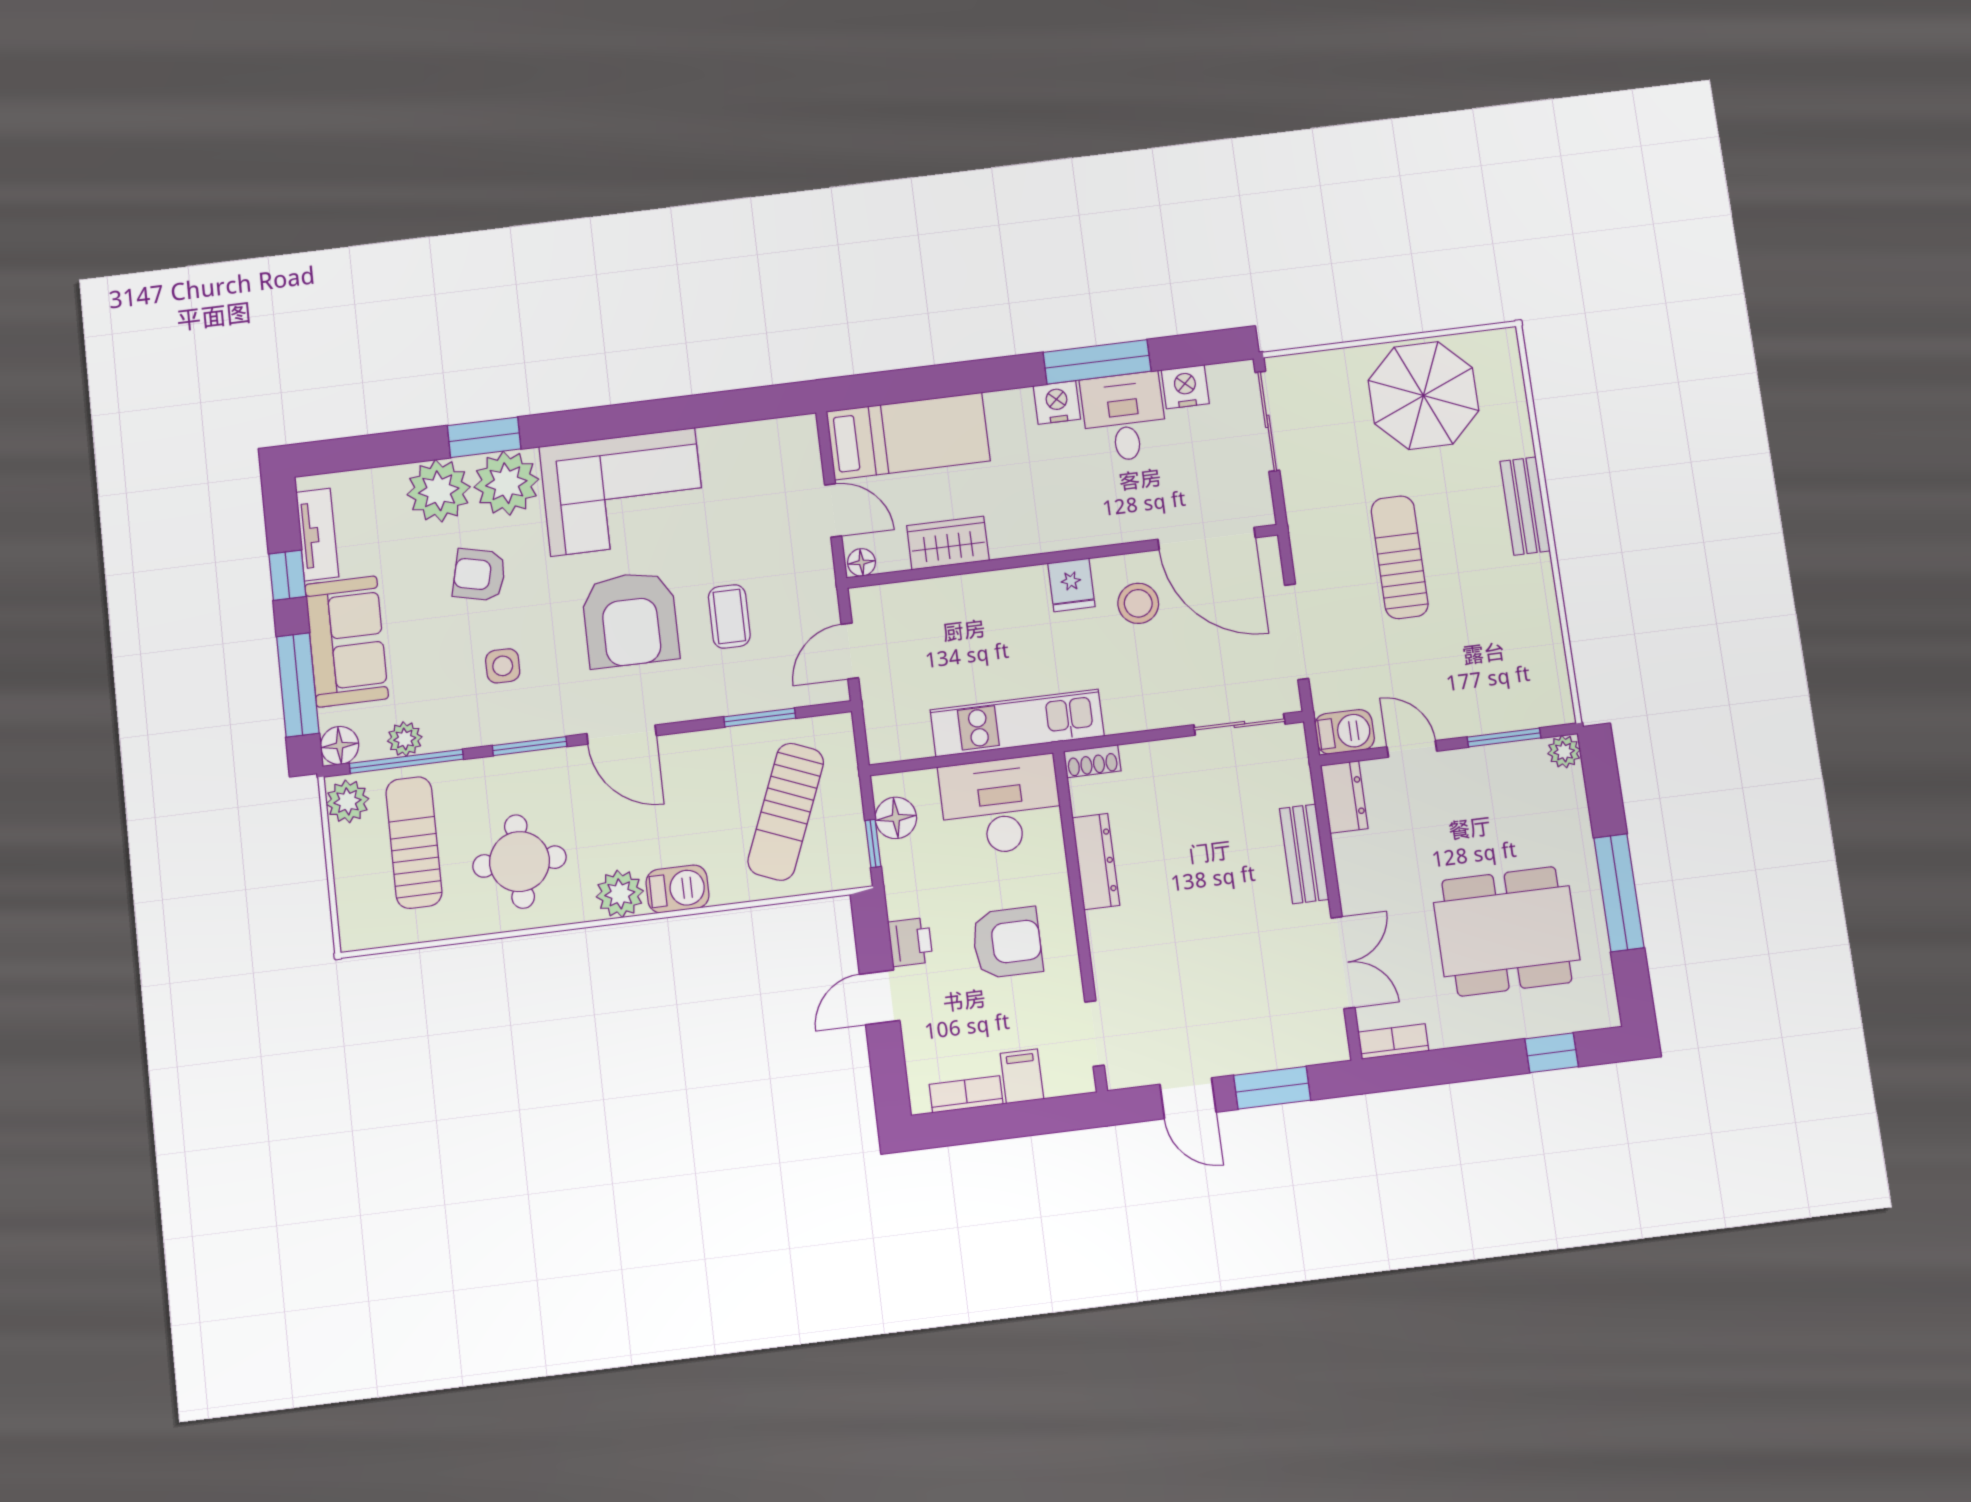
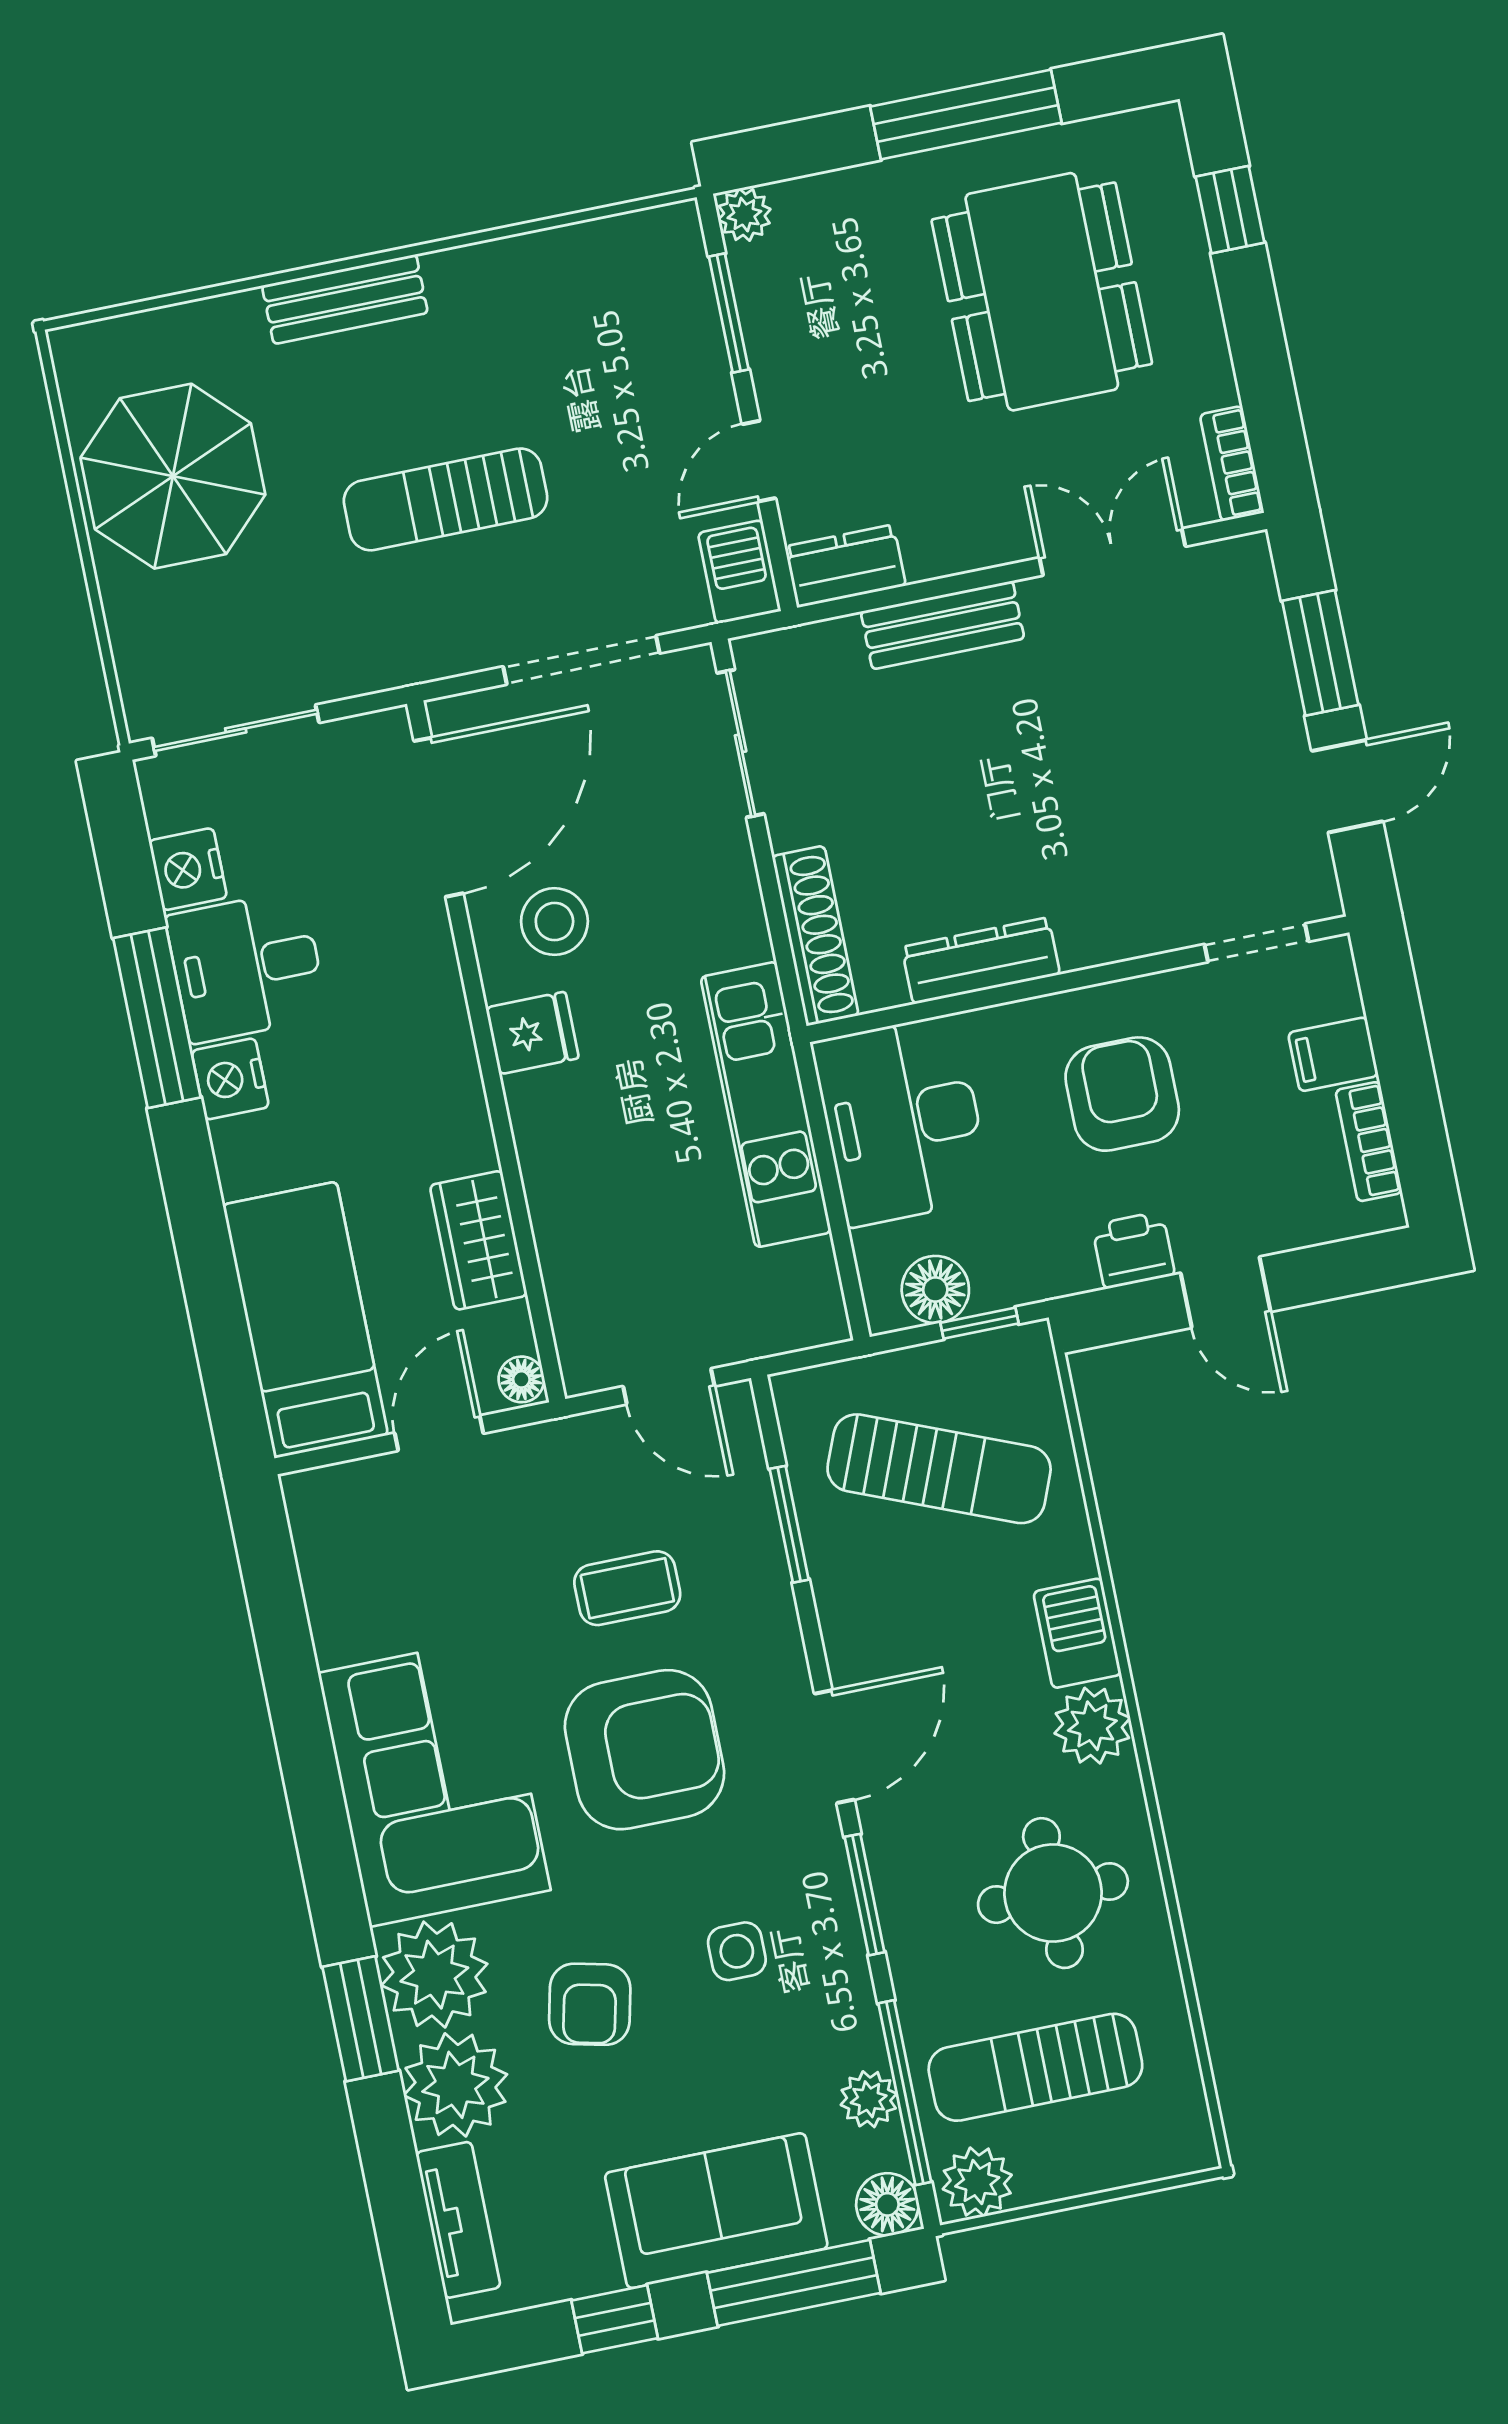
tv unit: (317, 535) -> (458, 2220), moved, turned 90
shoe rack: (1092, 761) -> (815, 936), width x1.94, depth x1.24

